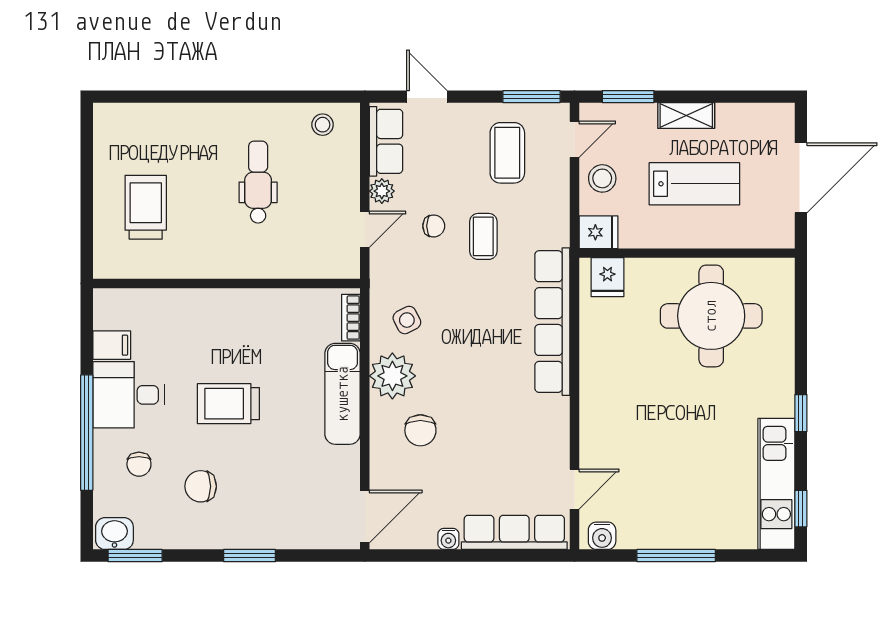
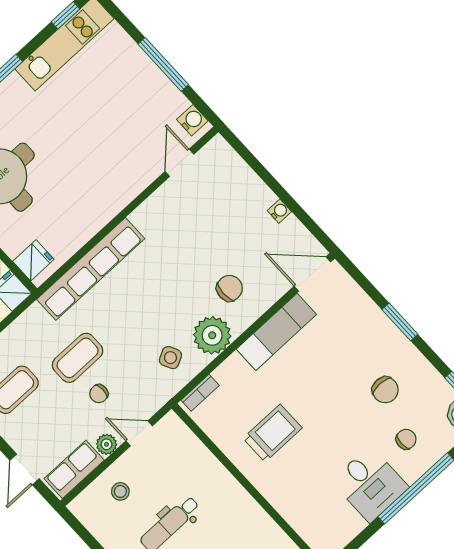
stool: (323, 125) -> (120, 491), moved
chair: (434, 226) -> (99, 394), turned -90
coffee table: (483, 236) -> (78, 358), width x1.36, depth x1.30
filing cabinet: (112, 345) -> (349, 522), removed
exam couch: (343, 394) -> (276, 332), moved
trolley: (228, 404) -> (273, 433), moved, turned -90
door: (574, 489) -> (179, 163), hinge flipped
row of seats: (514, 532) -> (239, 175), removed

